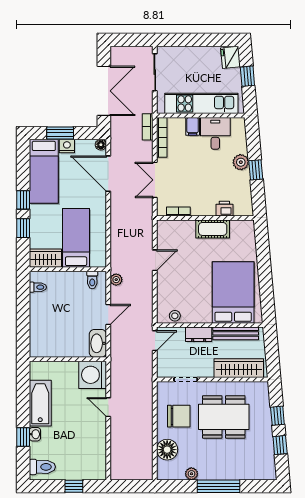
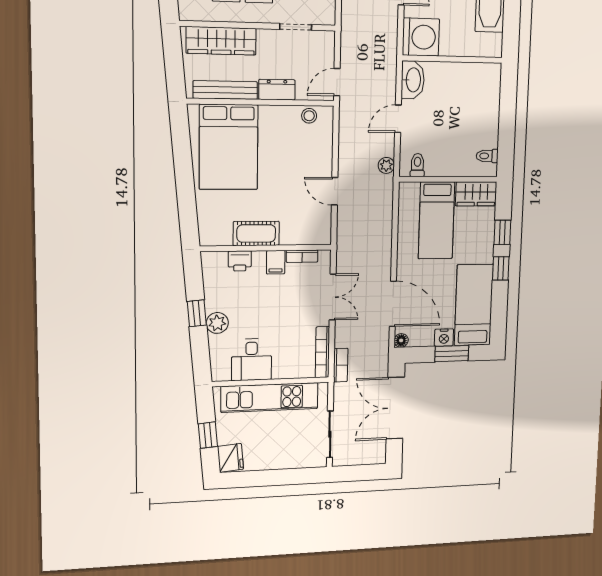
filing cabinet: (193, 126) -> (276, 262), moved, turned 180
door: (155, 260) -> (335, 191), hinge flipped

